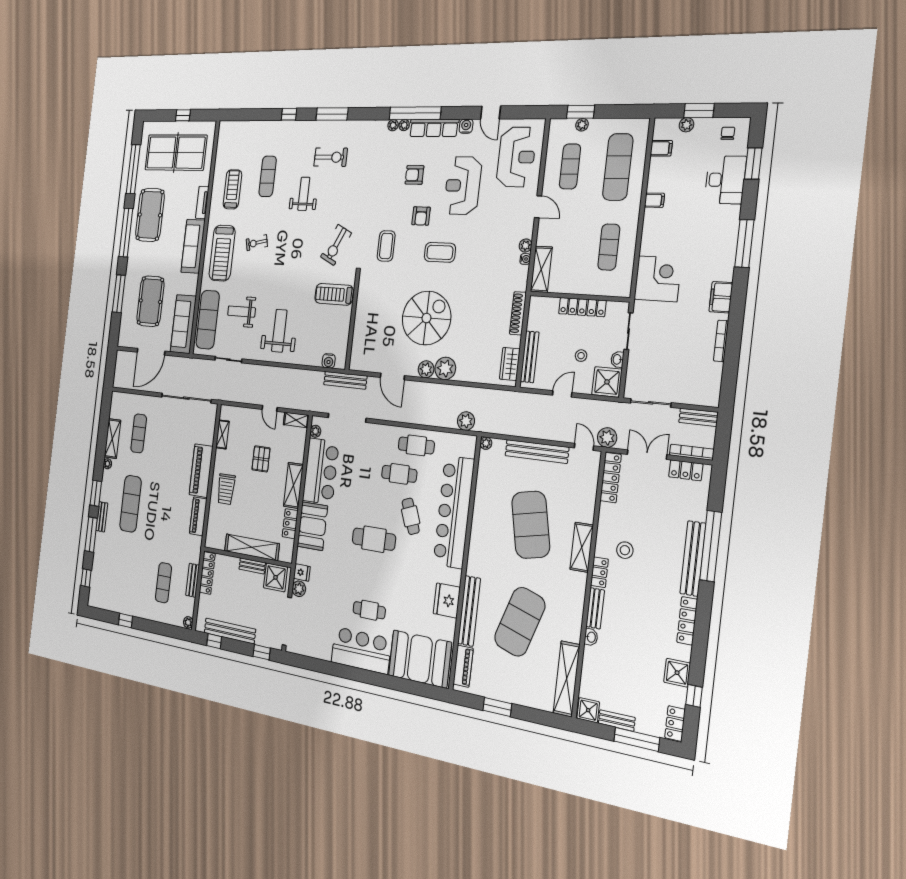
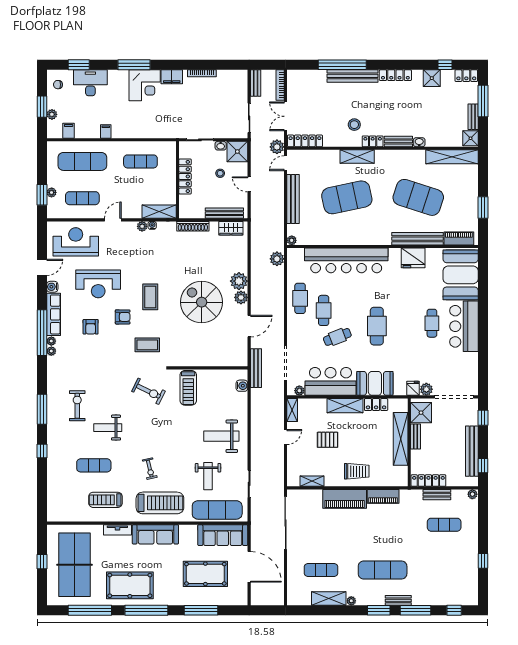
corner desk: (658, 279) -> (145, 85), moved, turned 180
locker: (686, 470) -> (293, 88), removed
cafe table: (411, 516) -> (337, 337), moved

